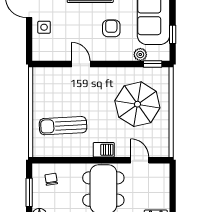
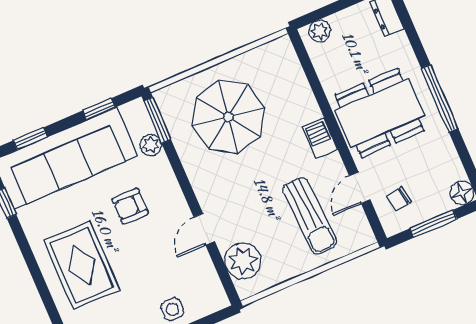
window: (153, 64) -> (157, 120), width x1.50
plant: (54, 78) -> (243, 261), added
door: (140, 160) -> (360, 188), moved
plant: (163, 175) -> (320, 31), added

